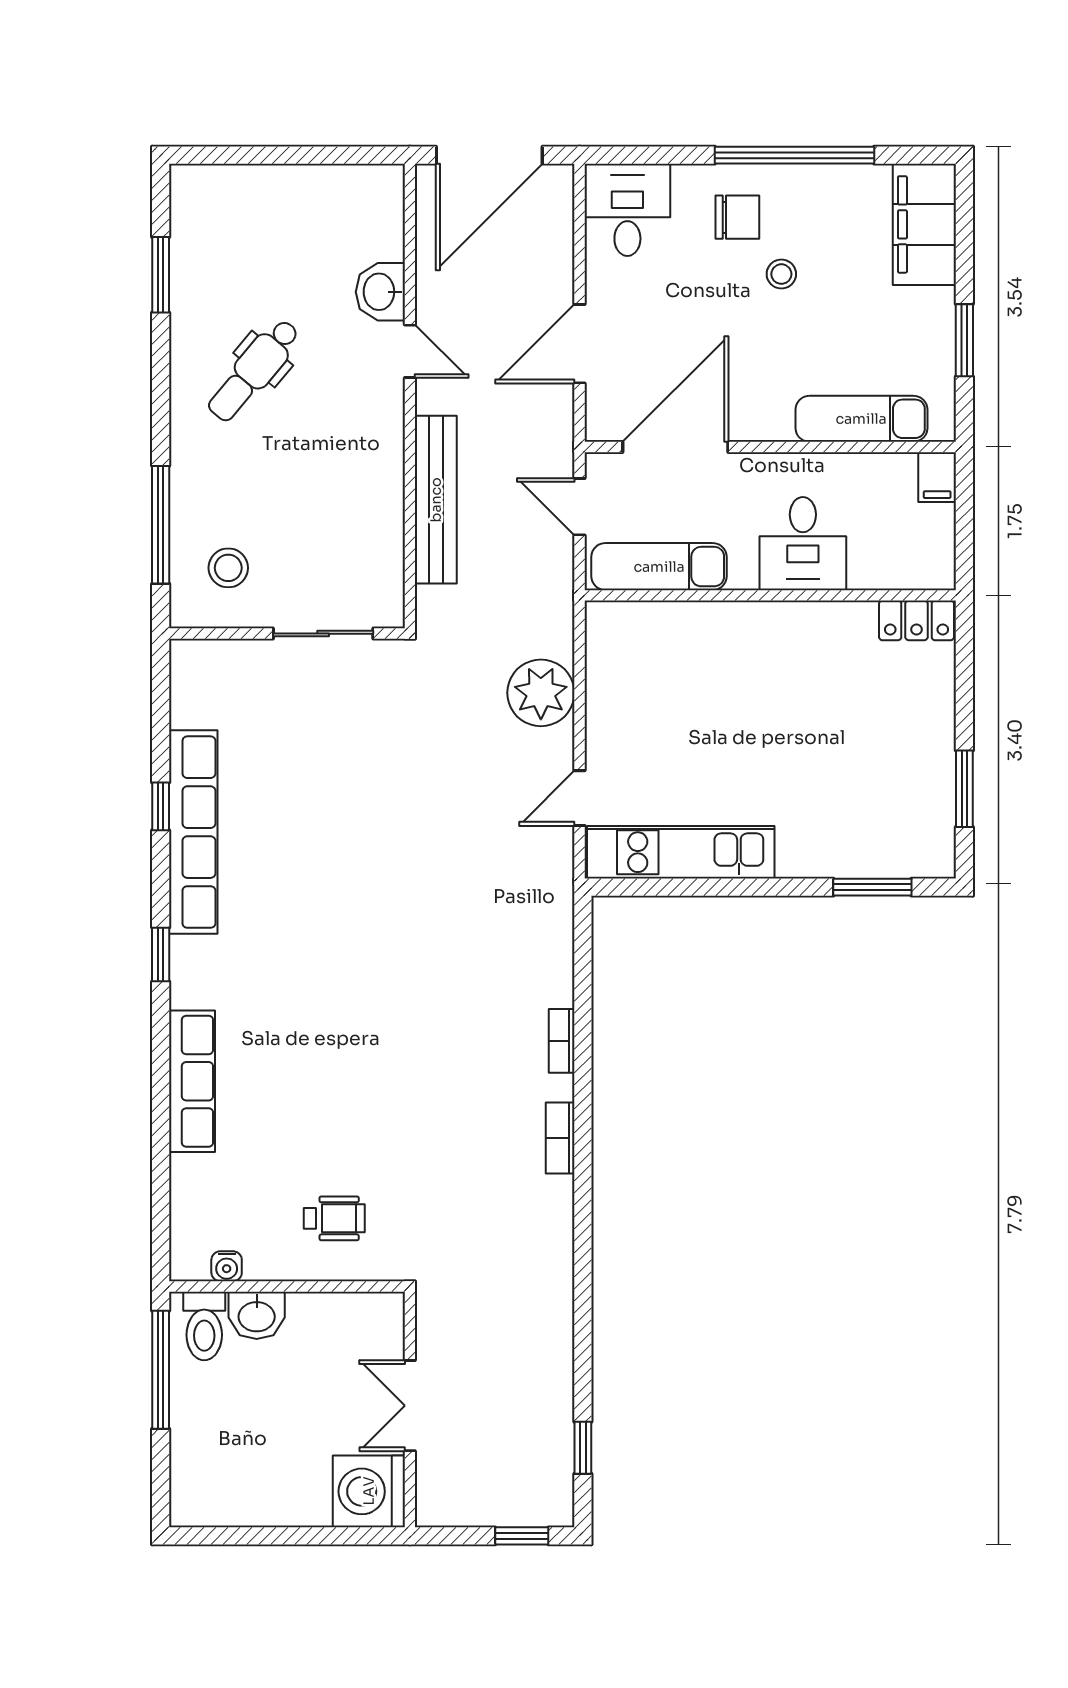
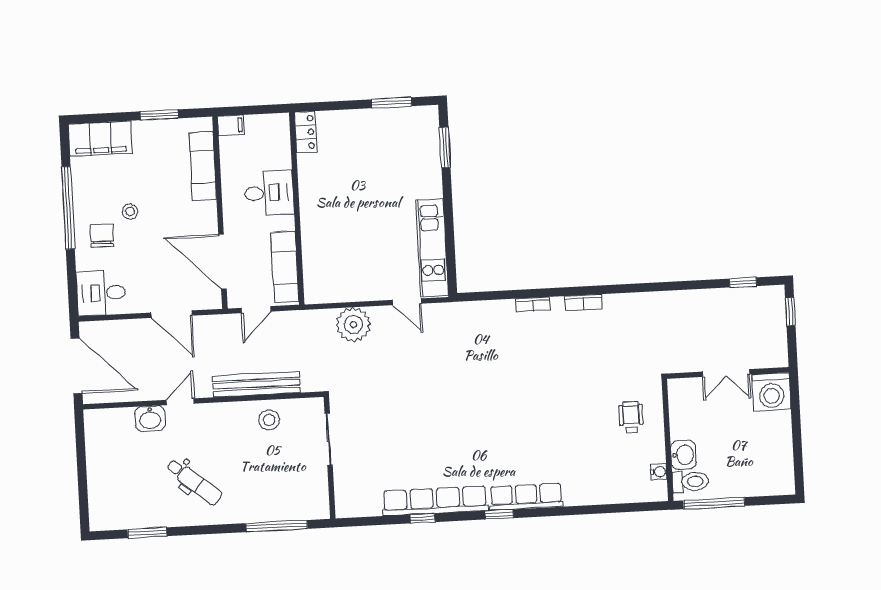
stool: (228, 568) -> (269, 420), moved
row of seats: (192, 1081) -> (526, 497), moved

